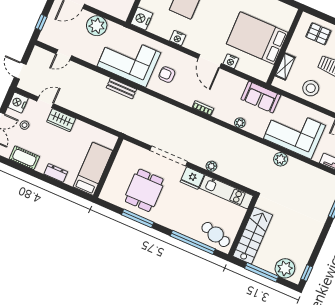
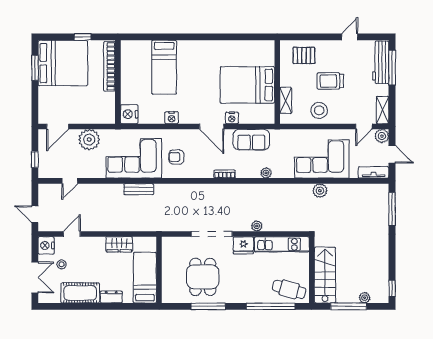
sofa: (261, 97) -> (251, 140), moved
wardrobe: (61, 120) -> (119, 244), moved
cot: (24, 158) -> (80, 293), width x1.37, depth x1.34
plant: (285, 268) -> (365, 298), width x0.53, depth x0.53

